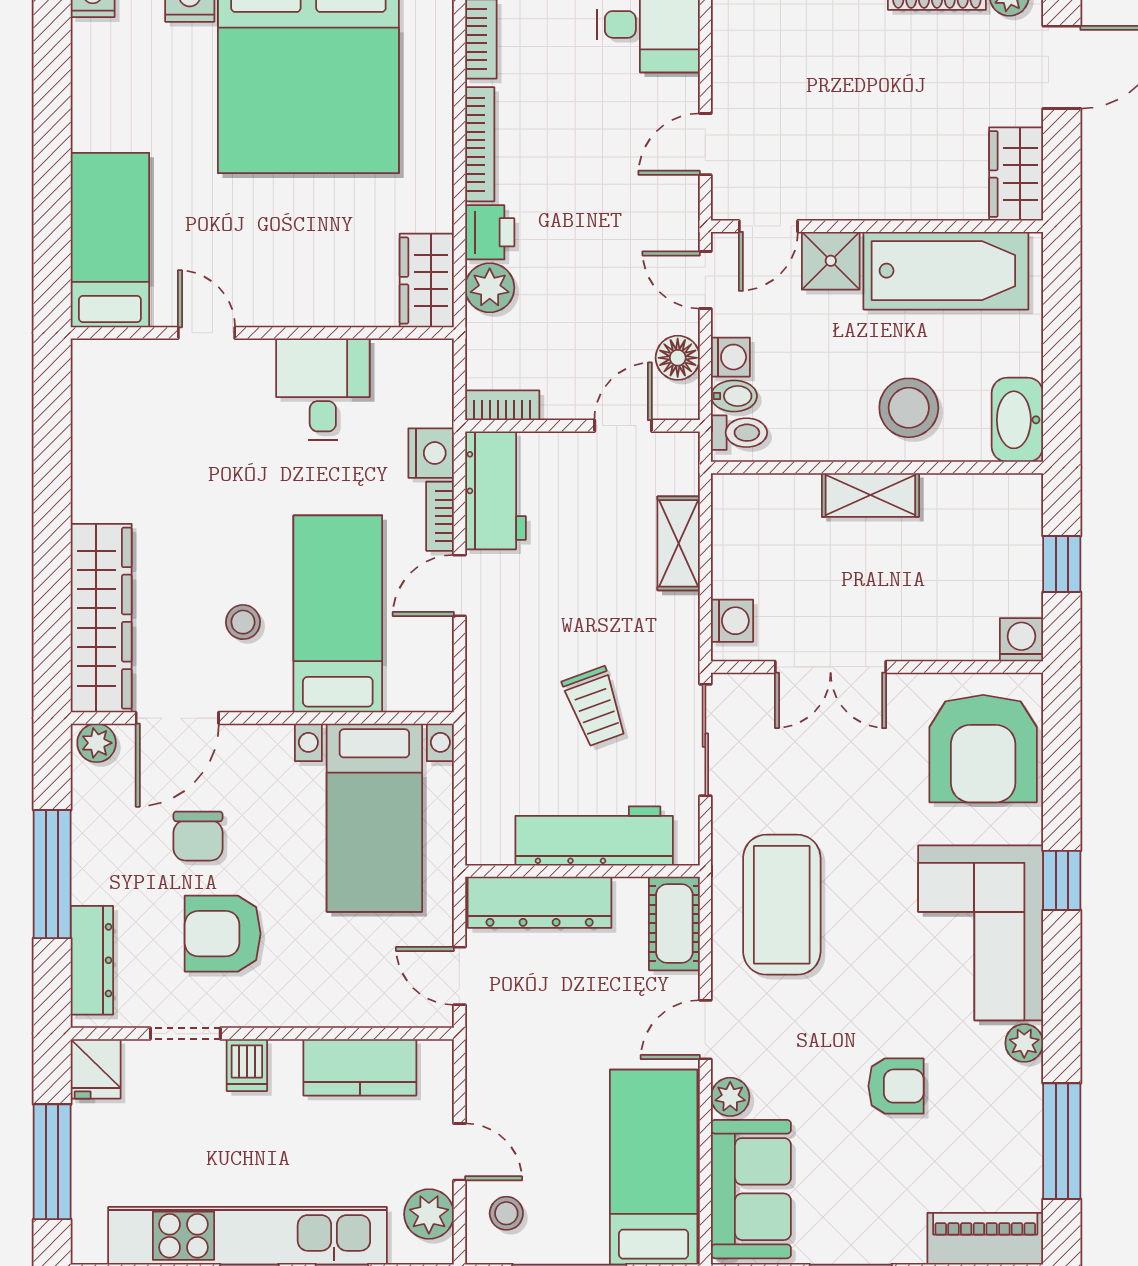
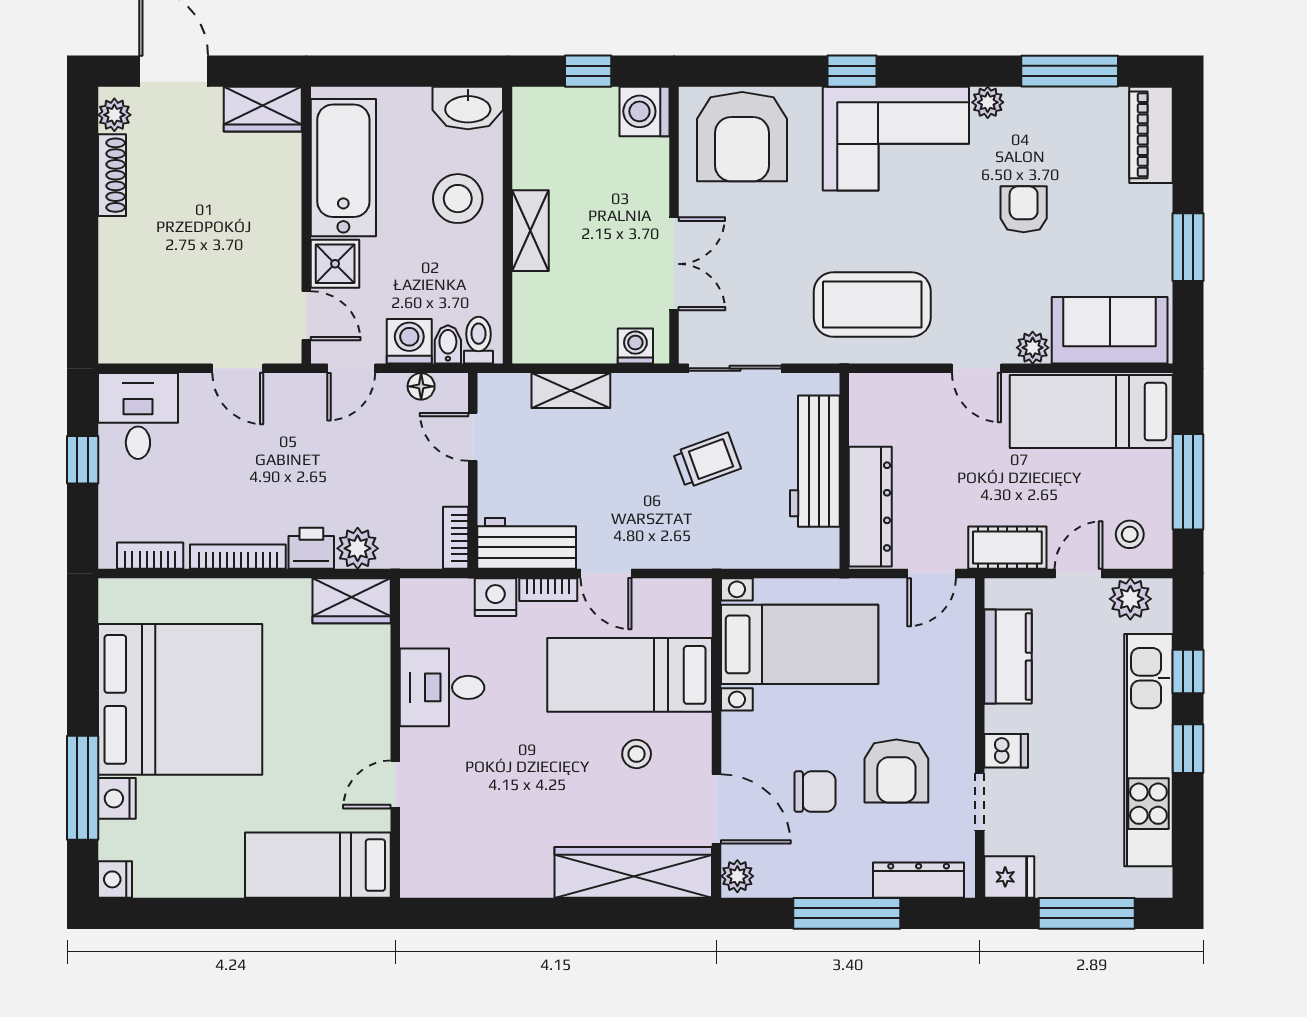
washing machine: (730, 357) -> (409, 341), width x1.38, depth x1.38
floor lamp: (678, 358) -> (421, 386), width x0.73, depth x0.73
washing machine: (1021, 640) -> (644, 111), width x1.38, depth x1.38
armchair: (983, 749) -> (742, 137), turned 90
cot: (674, 923) -> (1007, 548), moved

